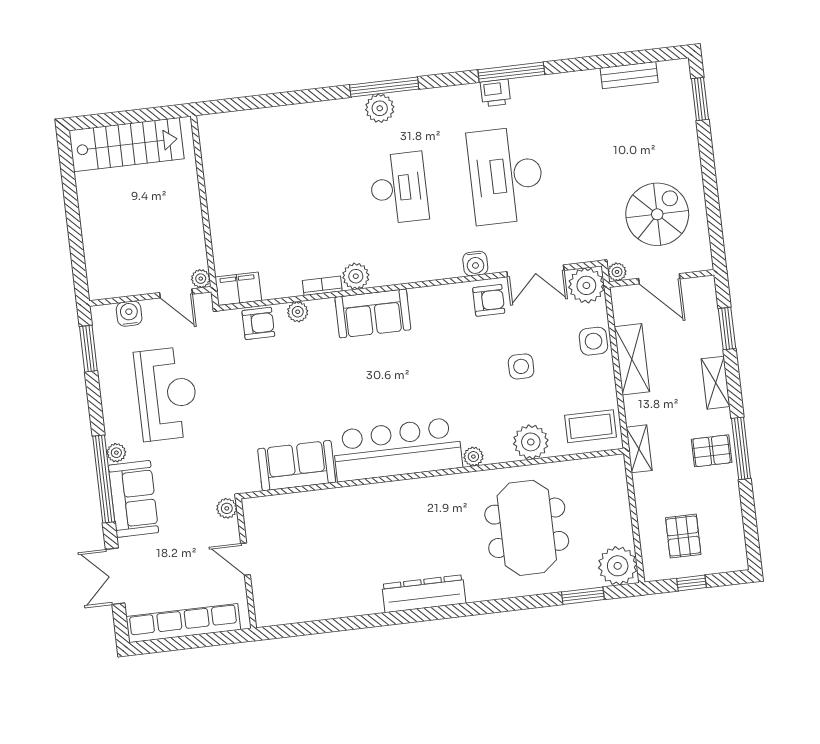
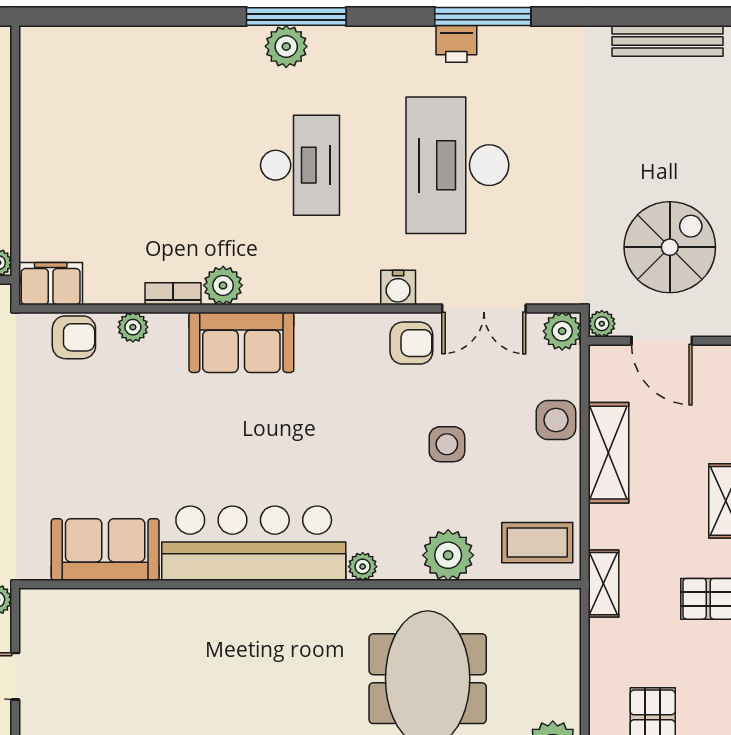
bench: (629, 75) -> (668, 41), width x1.36
plant: (586, 285) -> (562, 331), width x0.73, depth x0.73

